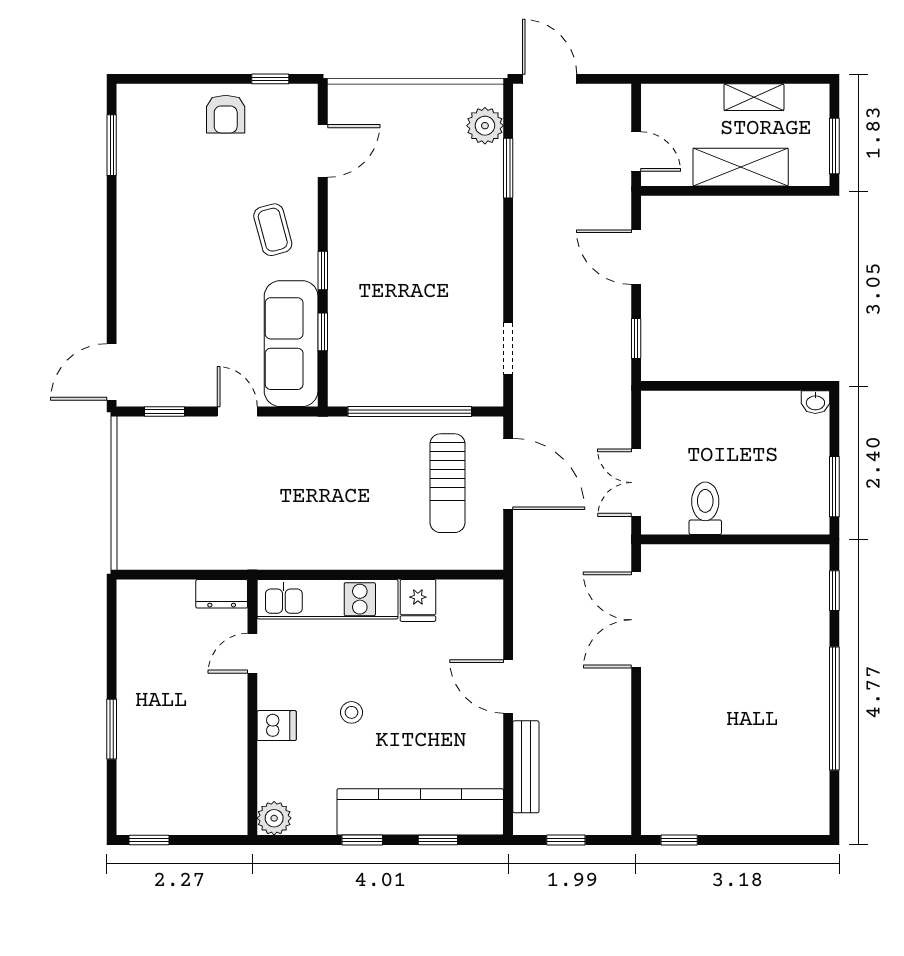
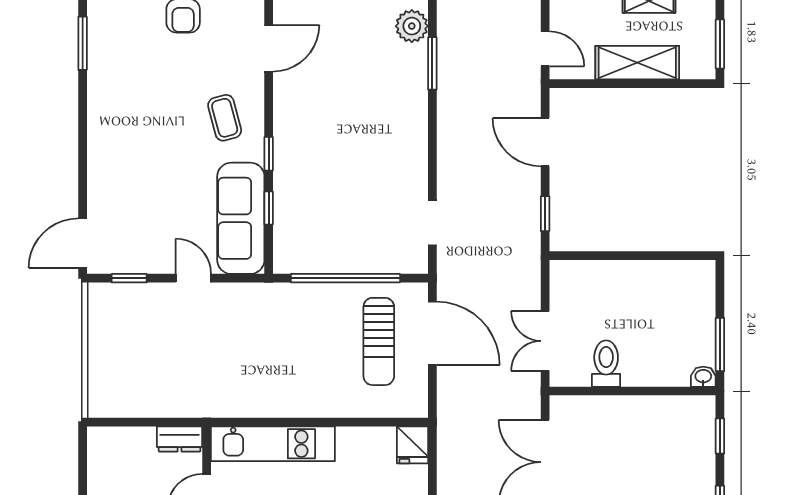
washbasin: (815, 402) -> (703, 377), moved, turned 180
fridge: (418, 600) -> (412, 445), moved

